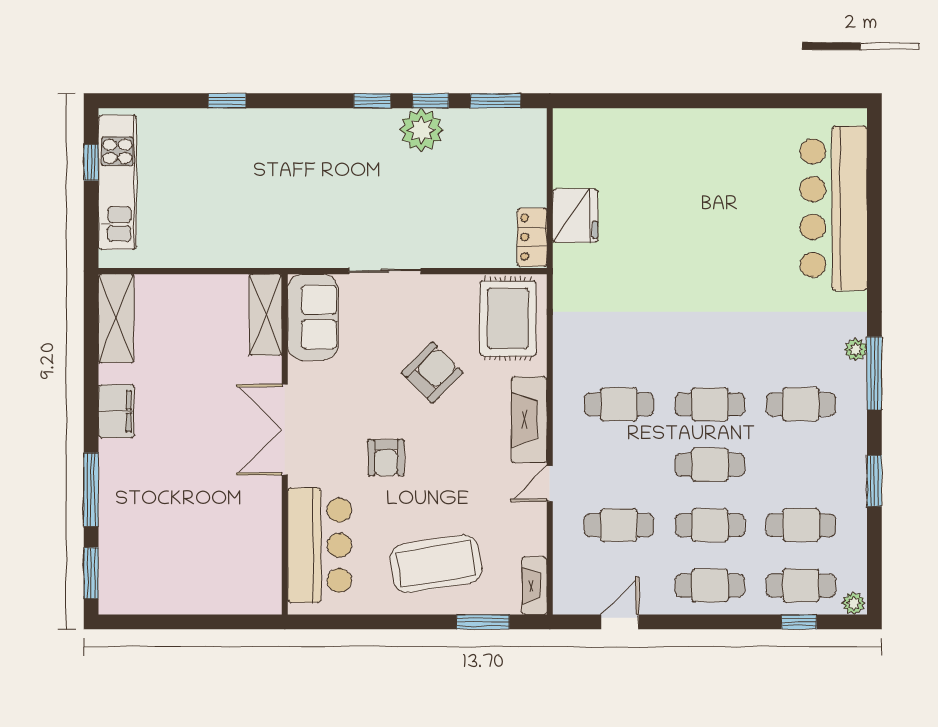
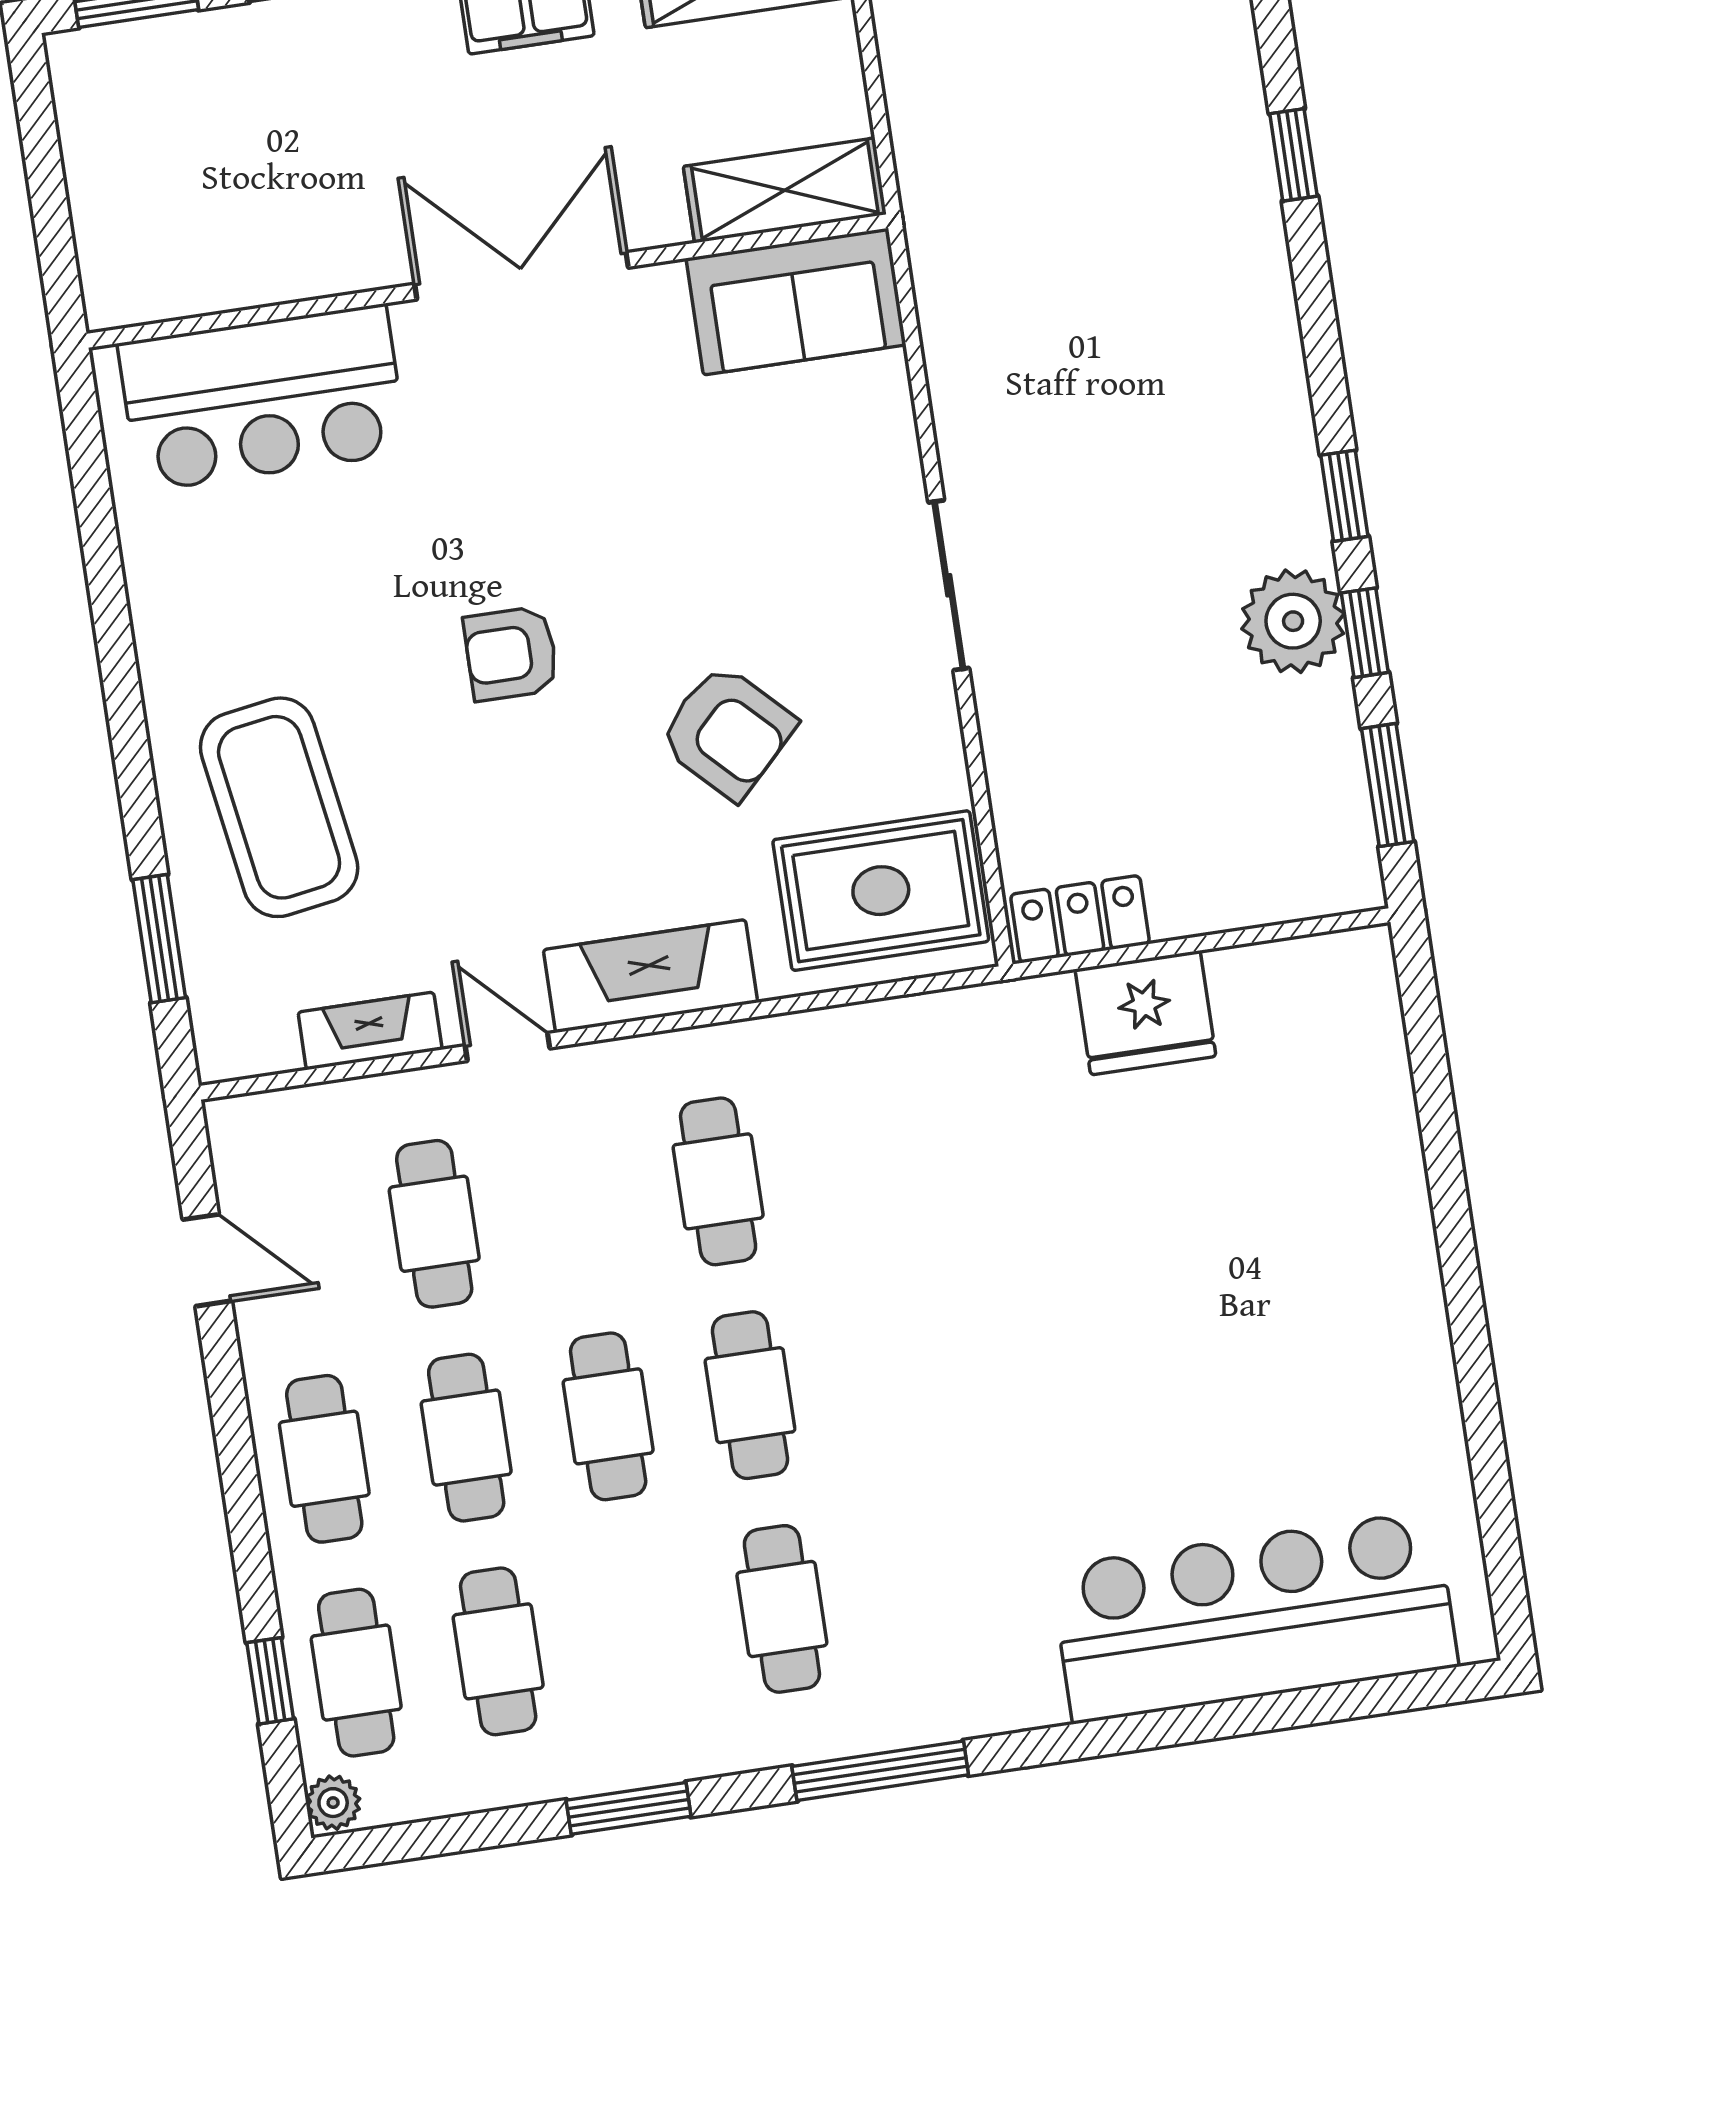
shelving: (266, 315) -> (785, 190), moved
sofa: (313, 317) -> (796, 302), moved
plant: (856, 349) -> (930, 1718), removed
double door: (285, 430) -> (522, 276), moved
wall: (285, 444) -> (487, 281), moved
bar counter: (320, 545) -> (263, 398), moved
fireplace: (534, 586) -> (370, 1031), moved

